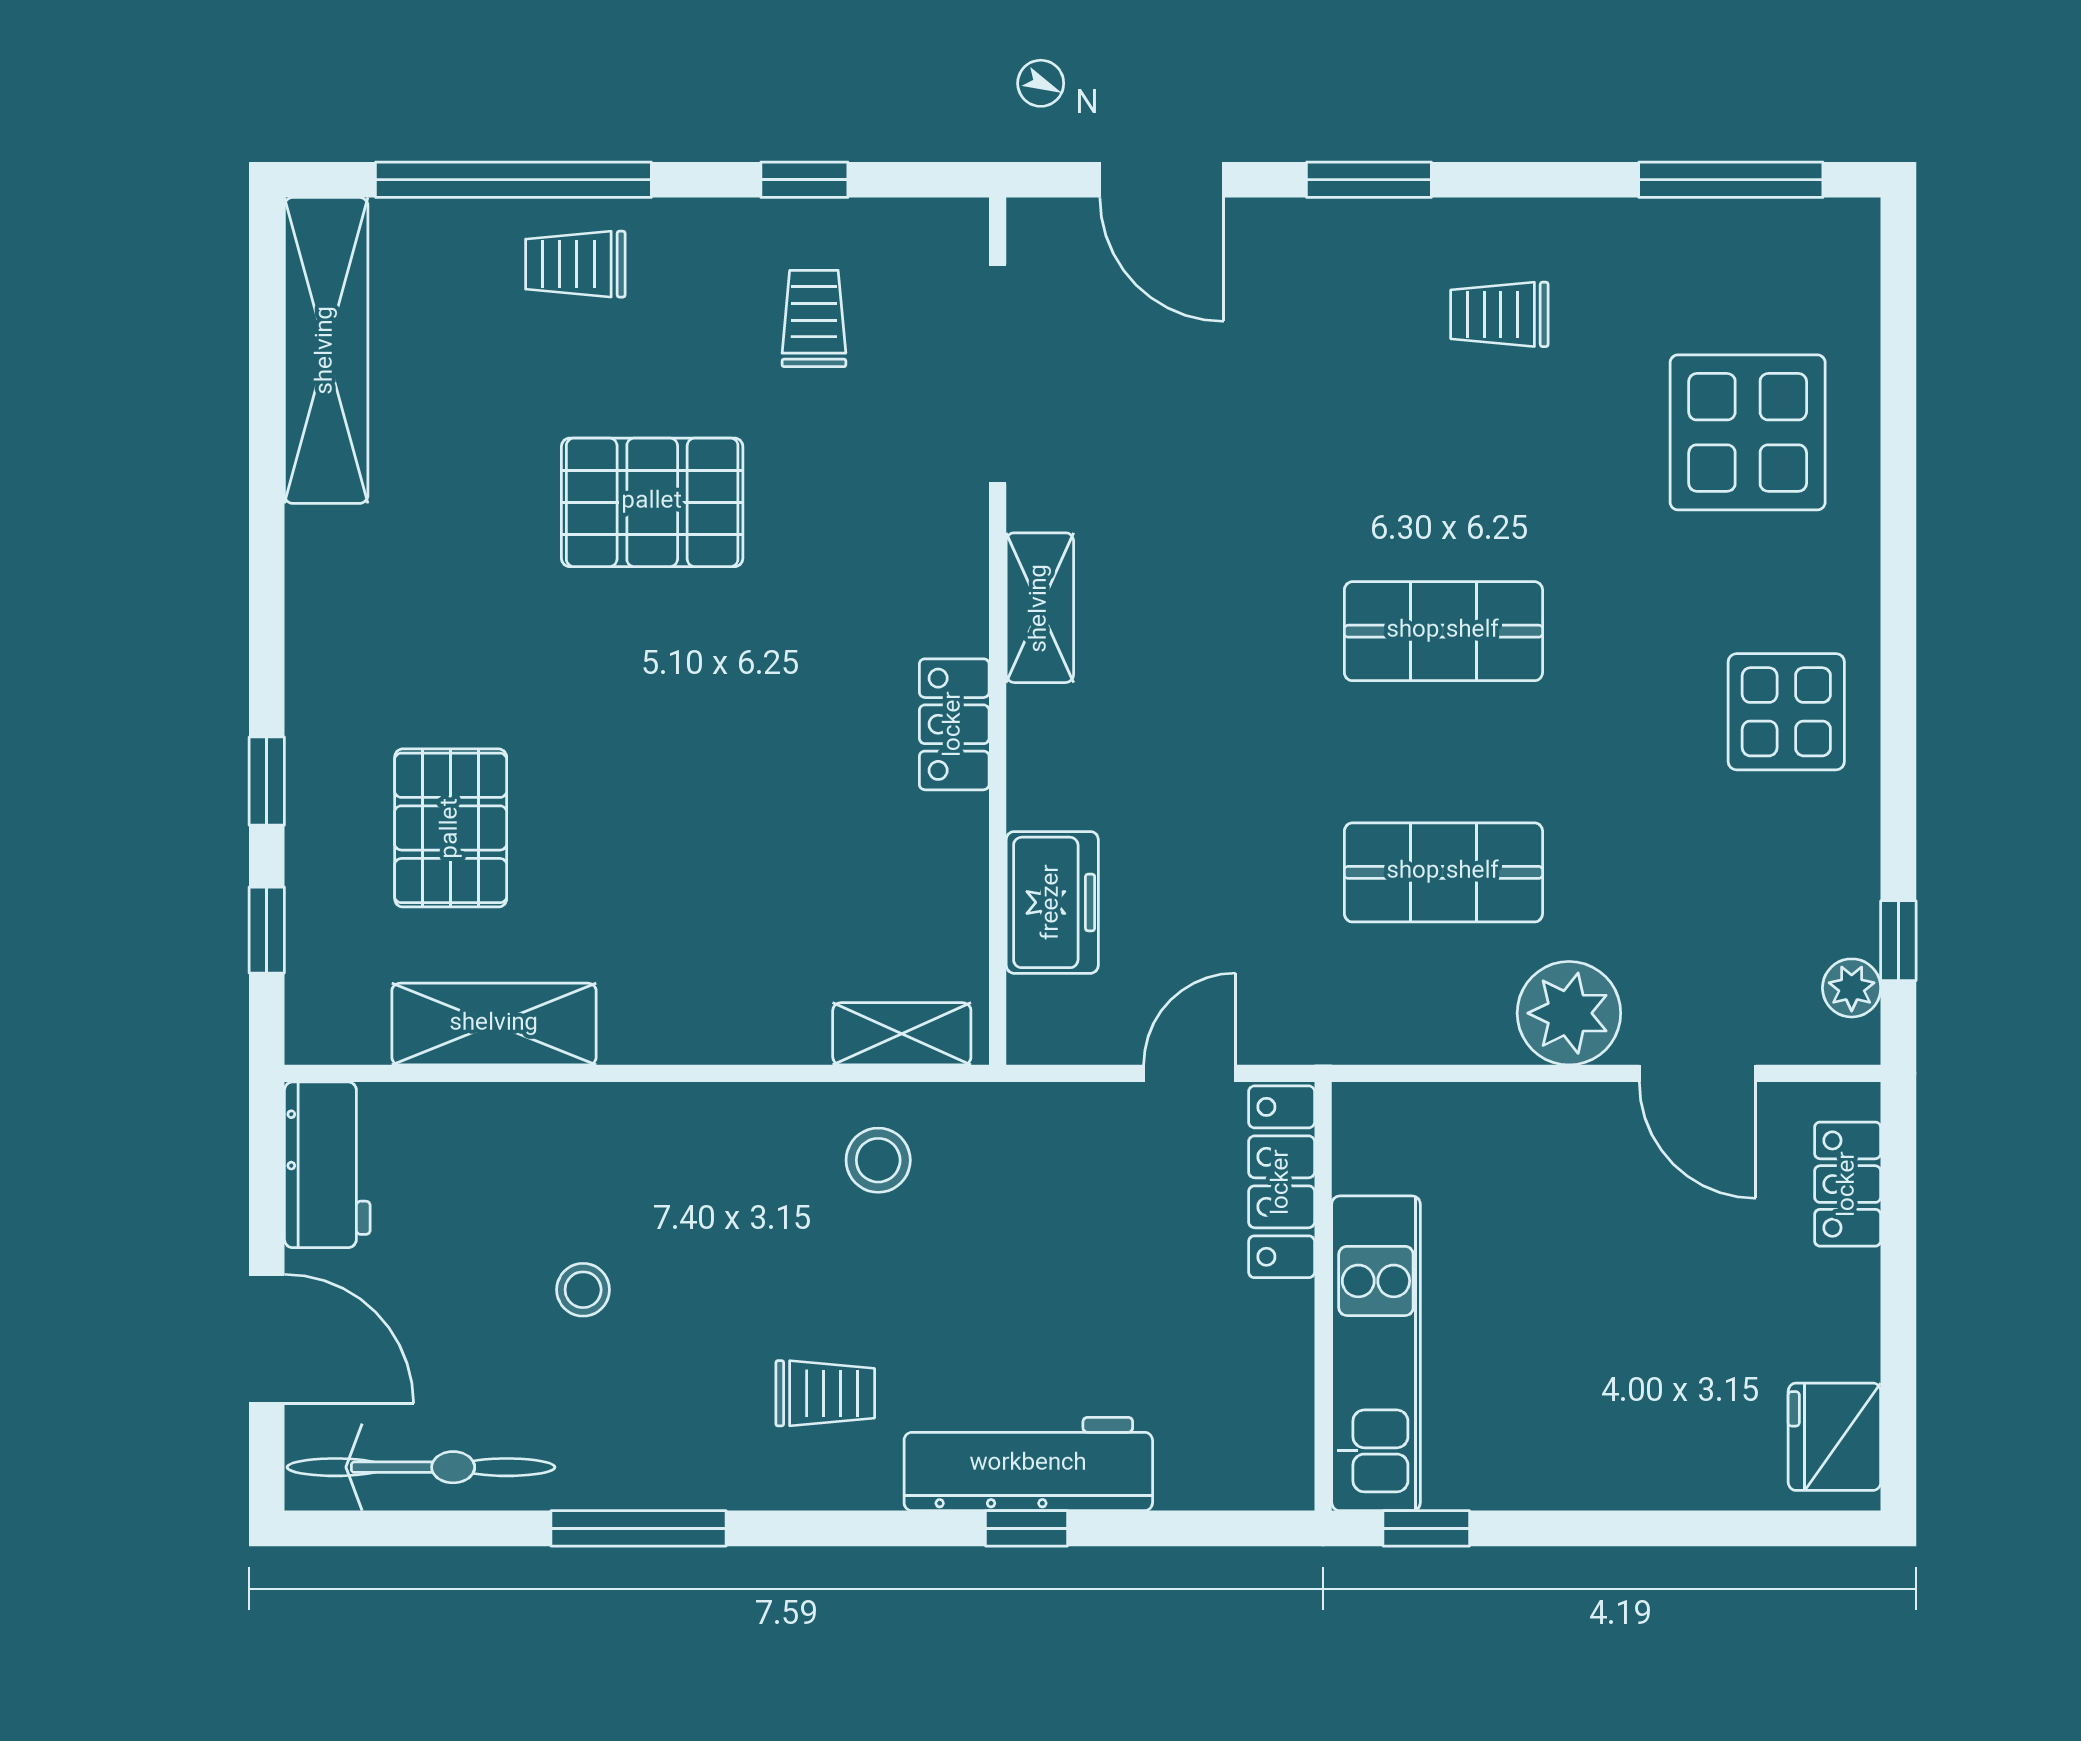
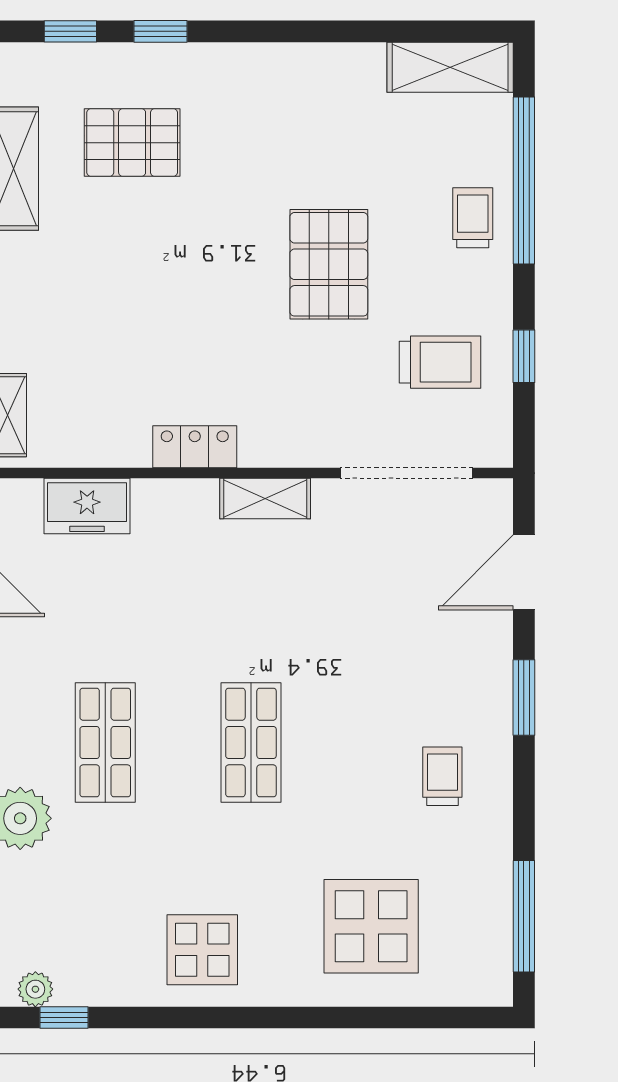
trolley: (814, 319) -> (440, 362), width x1.36, depth x1.39
shelving: (326, 350) -> (450, 67), width x0.68

